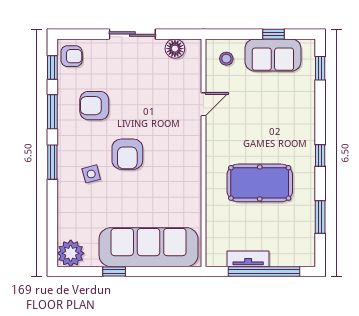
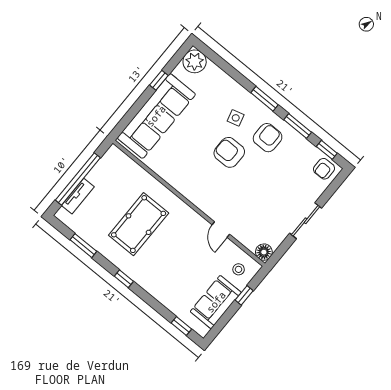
window: (273, 34) -> (244, 295), moved
floor lamp: (175, 49) -> (264, 252), moved
armchair: (94, 106) -> (268, 138), moved
tv unit: (248, 259) -> (78, 196), moved

